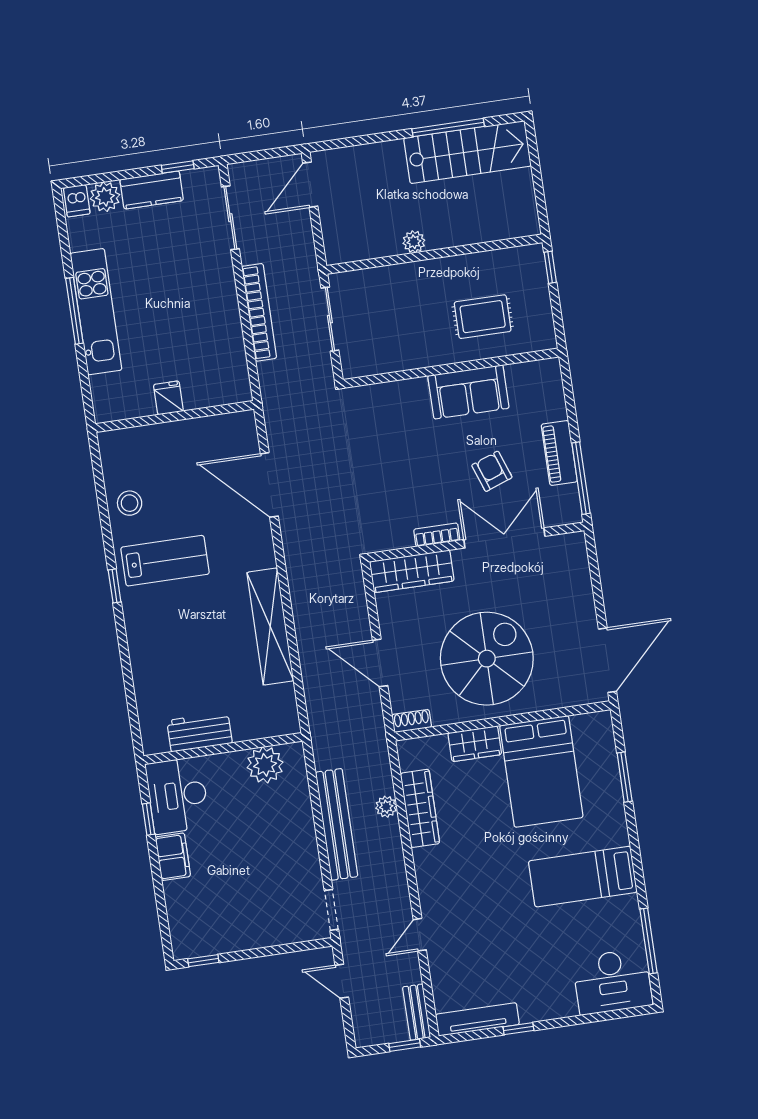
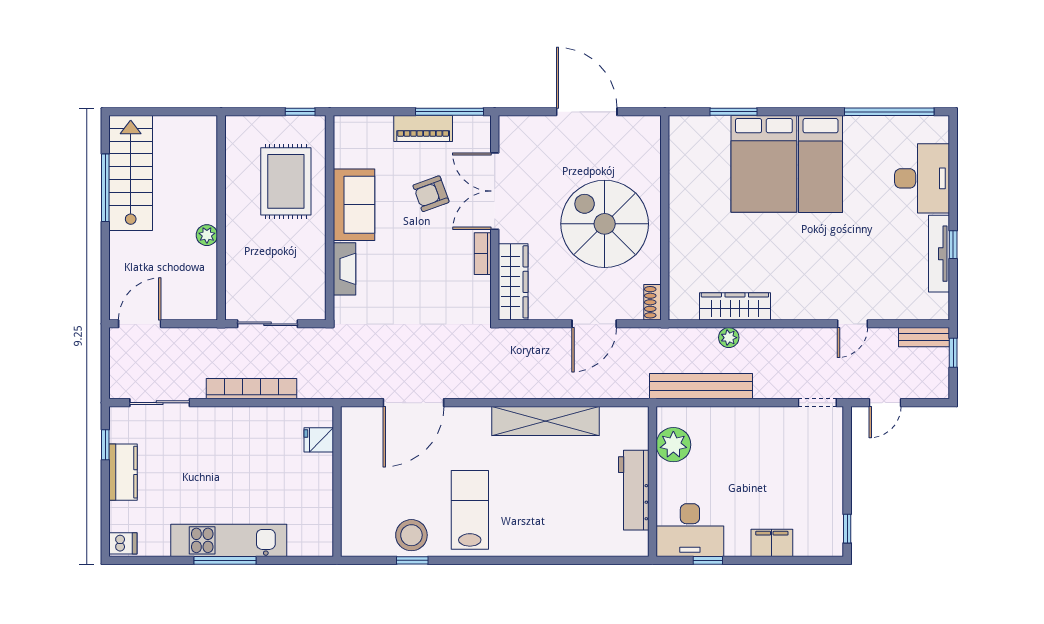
door: (310, 185) -> (140, 324), swing flipped
plant: (105, 197) -> (123, 516), removed
window: (550, 267) -> (300, 112), moved
rug: (483, 317) -> (286, 181), width x1.36, depth x1.43
fireplace: (399, 392) -> (344, 269), added
fridge: (168, 398) -> (319, 440), moved
stool: (130, 503) -> (411, 535), width x1.38, depth x1.38
window: (115, 586) -> (412, 560), moved
door: (607, 660) -> (587, 112), moved
workbench: (200, 732) -> (634, 490), width x1.37
wardrobe: (475, 744) -> (682, 247), removed
bed: (541, 771) -> (764, 164), moved, turned 90
bench: (337, 824) -> (701, 386), moved
filing cabinet: (173, 857) -> (772, 543), moved
door: (420, 935) -> (852, 324), hinge flipped
window: (648, 941) -> (889, 112), width x1.46
desk: (612, 981) -> (922, 178), moved
tv unit: (477, 1019) -> (939, 254), moved

